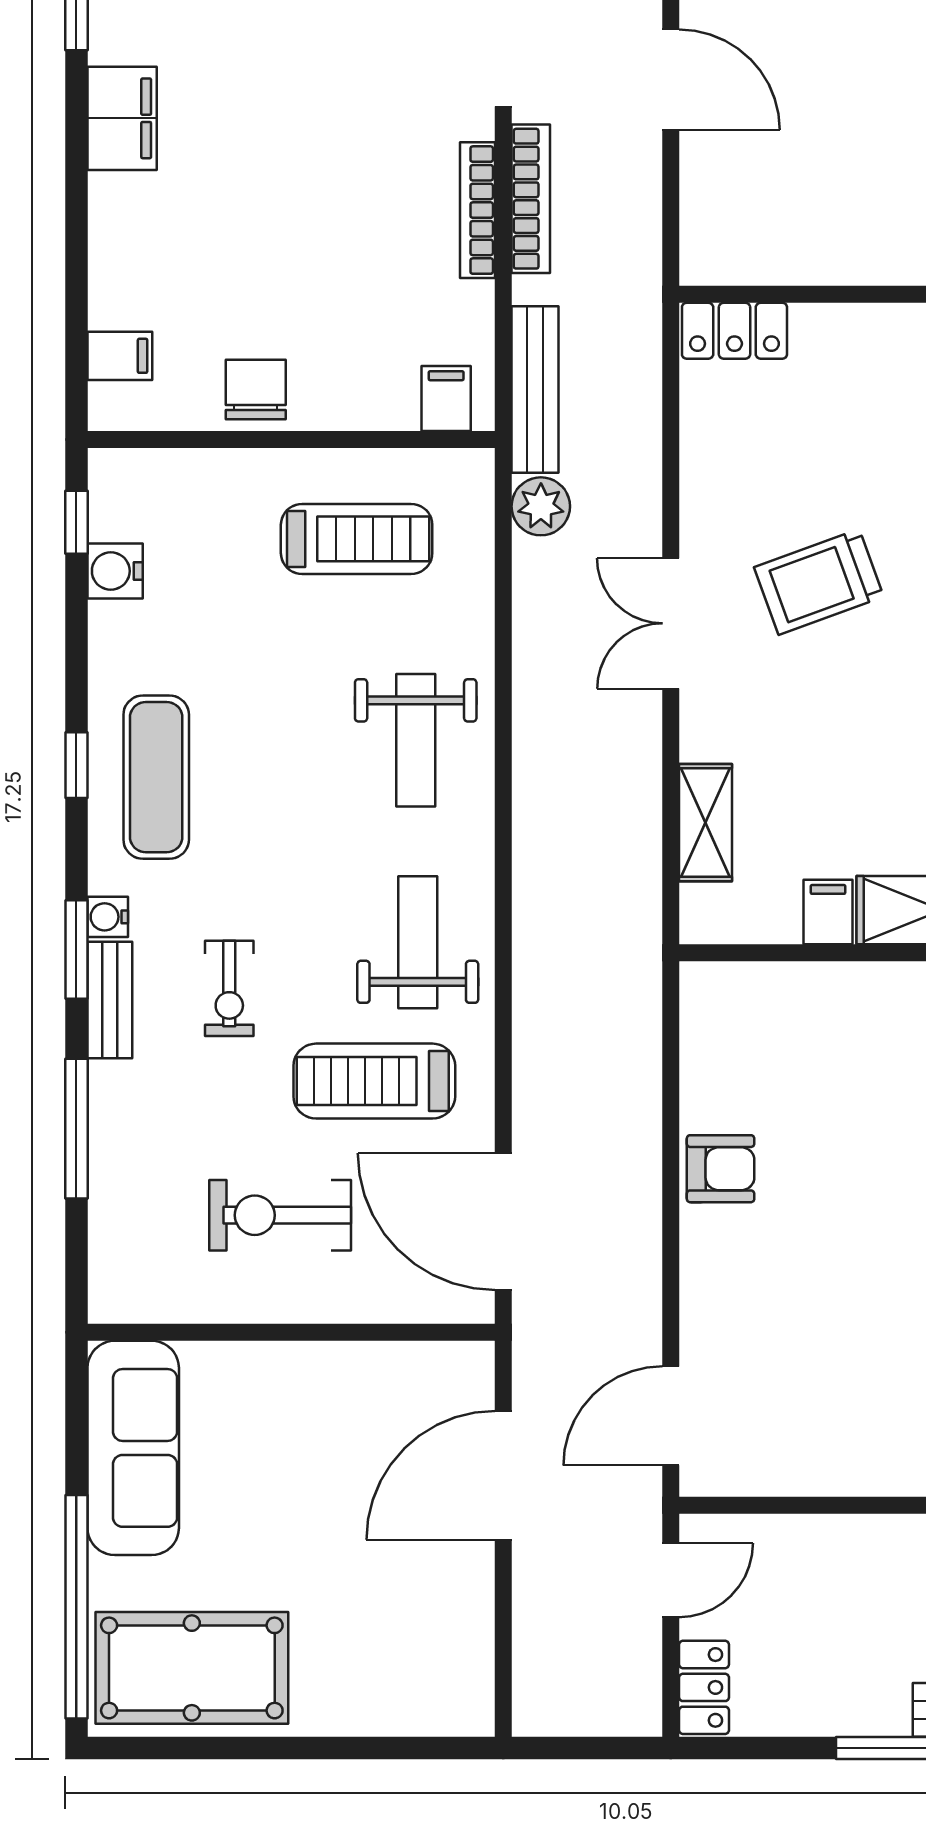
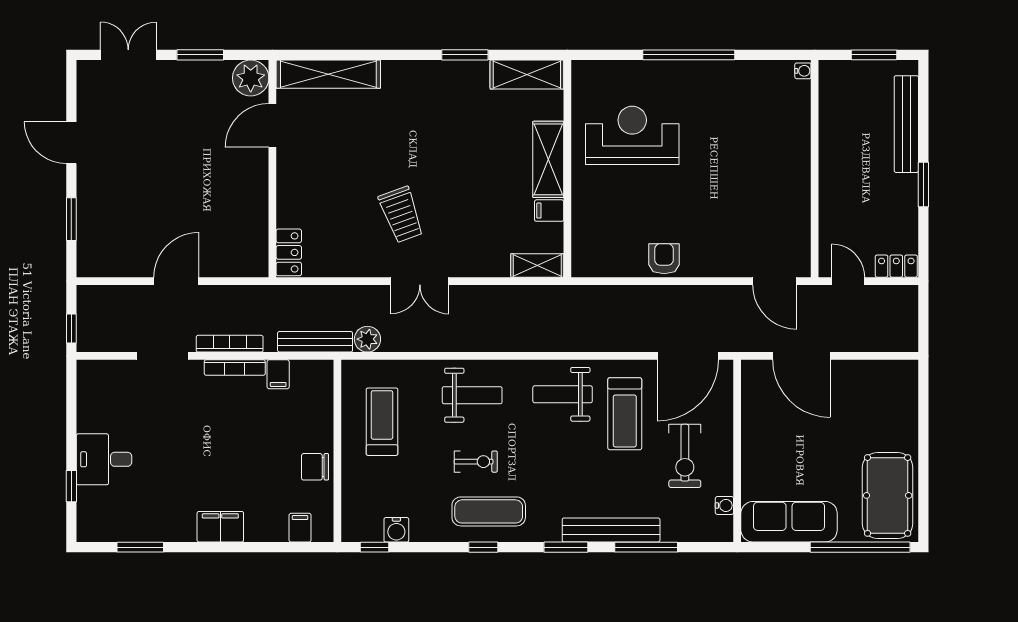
filing cabinet: (122, 118) -> (220, 527), moved
filing cabinet: (446, 399) -> (278, 374), moved, turned -90
shelving: (706, 823) -> (537, 265), moved
water cooler: (108, 917) -> (724, 505), moved, turned -90
exercise bike: (229, 988) -> (476, 462), moved
bench: (110, 1000) -> (611, 530), width x1.86, depth x1.21

